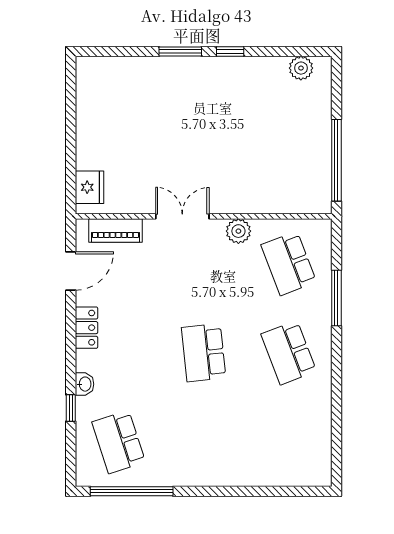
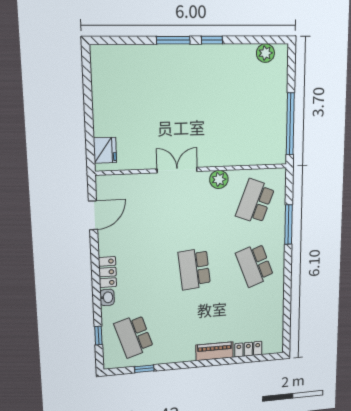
piano: (115, 231) -> (215, 351), moved, turned 180
school desk: (289, 263) -> (255, 202), turned 42
locker: (87, 328) -> (108, 272), moved
window: (71, 408) -> (98, 336), moved
locker: (280, 476) -> (248, 349), added
window: (132, 491) -> (144, 369), width x0.32

